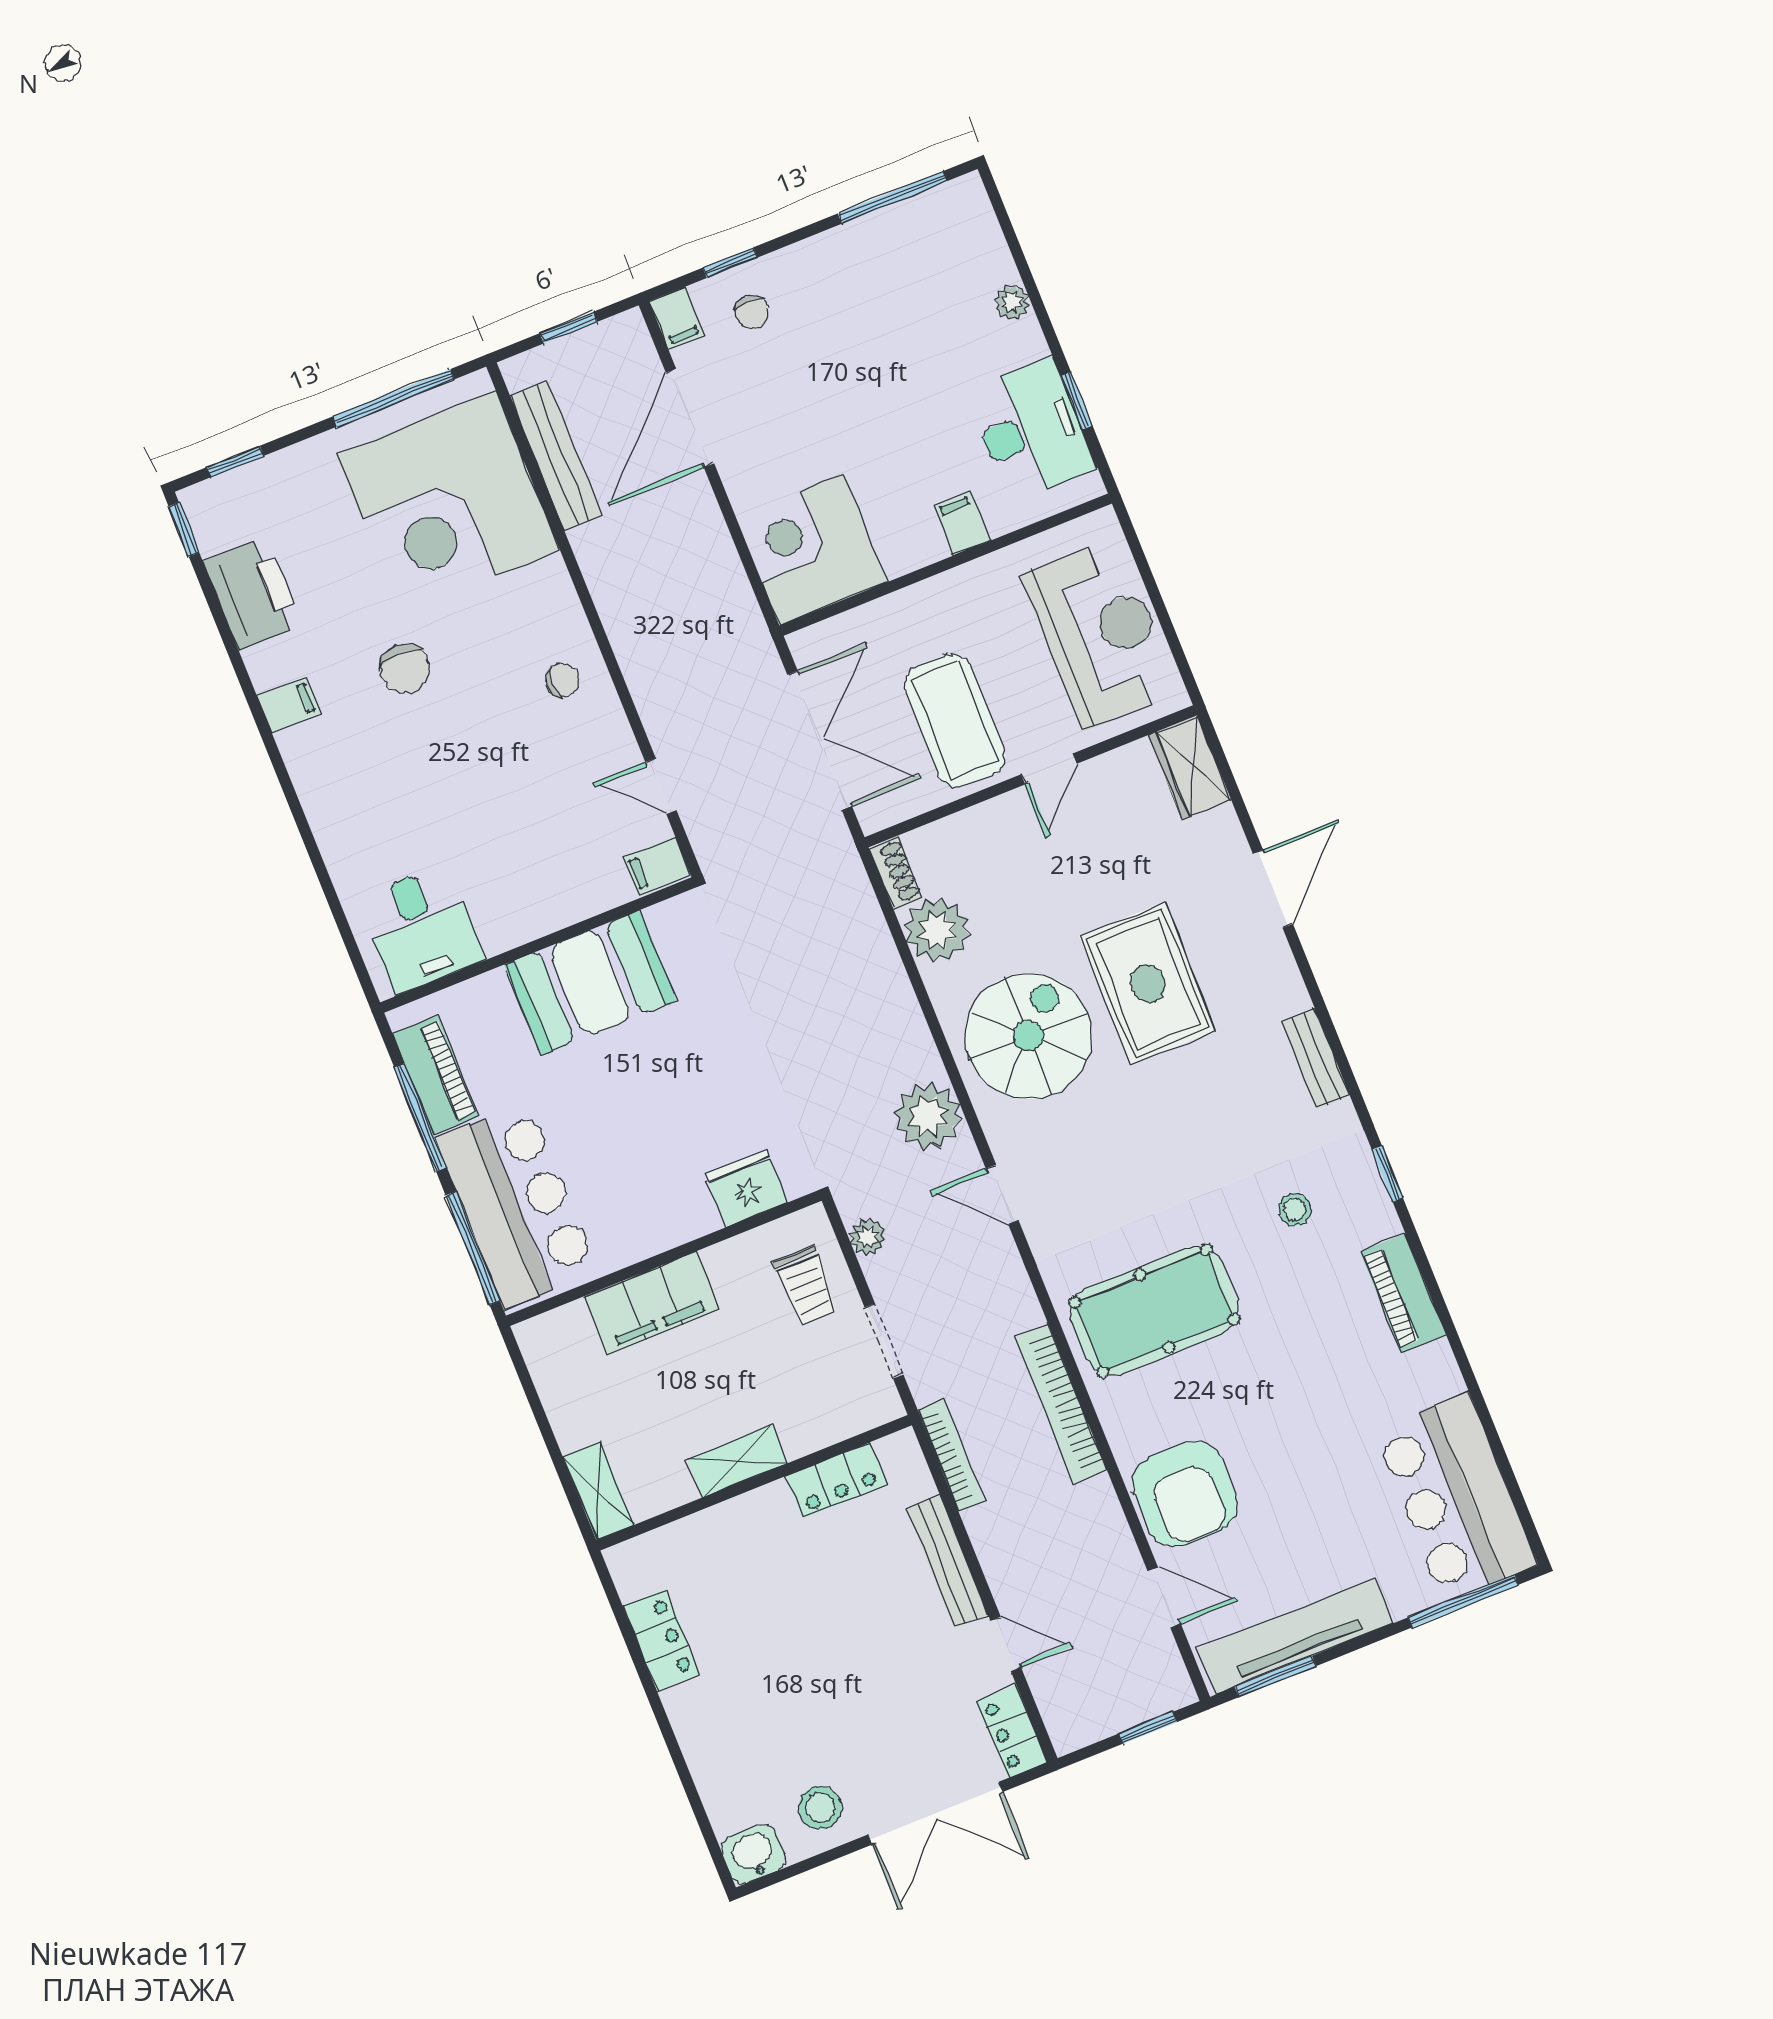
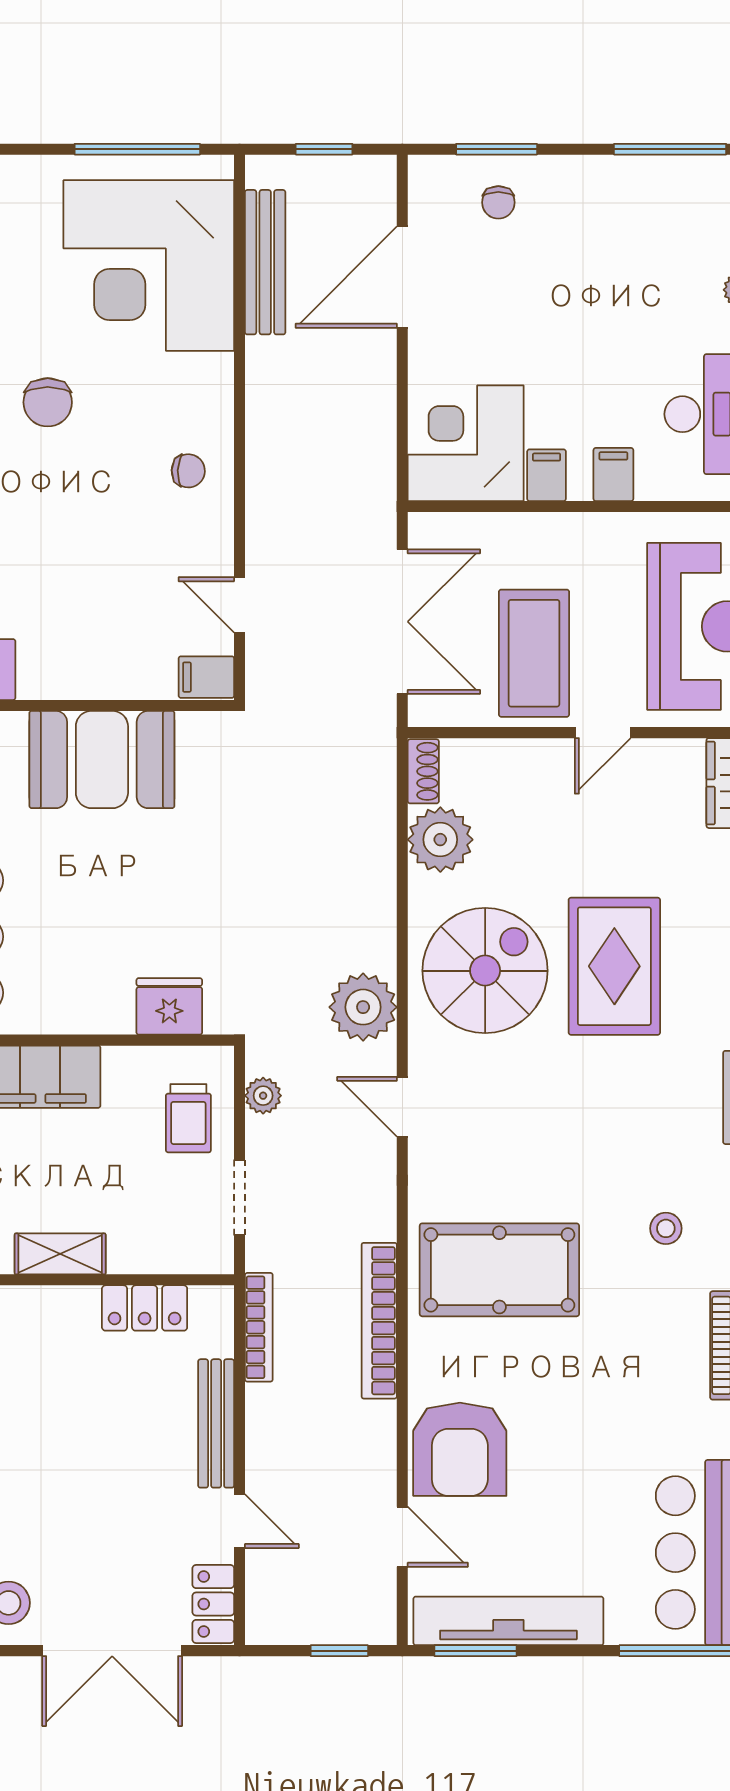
window: (730, 263) -> (497, 149), width x1.50
filing cabinet: (677, 318) -> (547, 475), moved, turned 180

